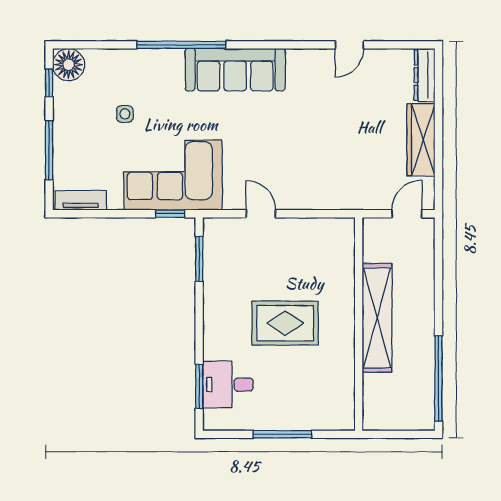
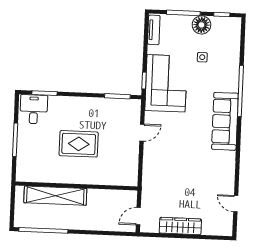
door: (349, 45) -> (236, 204), moved
floor lamp: (69, 65) -> (201, 25), moved
dresser: (425, 75) -> (217, 230), removed
door: (407, 214) -> (138, 216), swing flipped
shelving: (377, 318) -> (55, 196), moved
rug: (285, 323) -> (79, 144), turned 90
desk: (228, 385) -> (34, 109), moved

